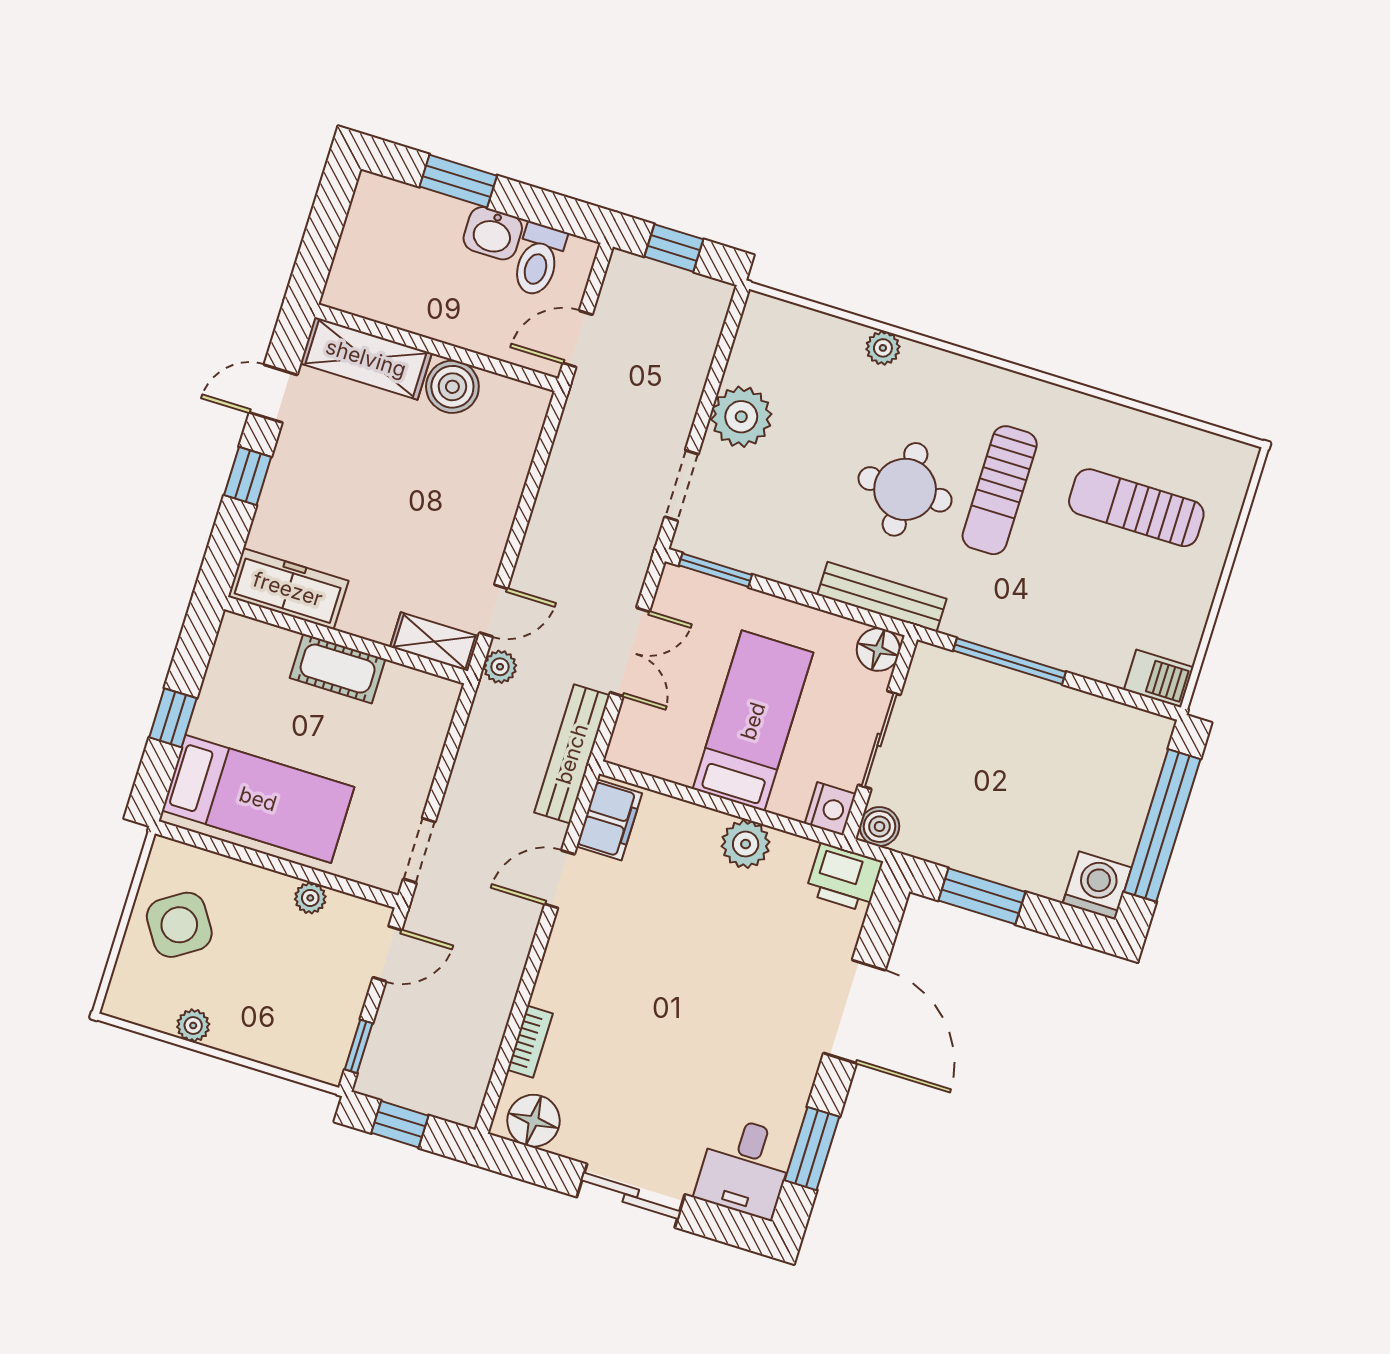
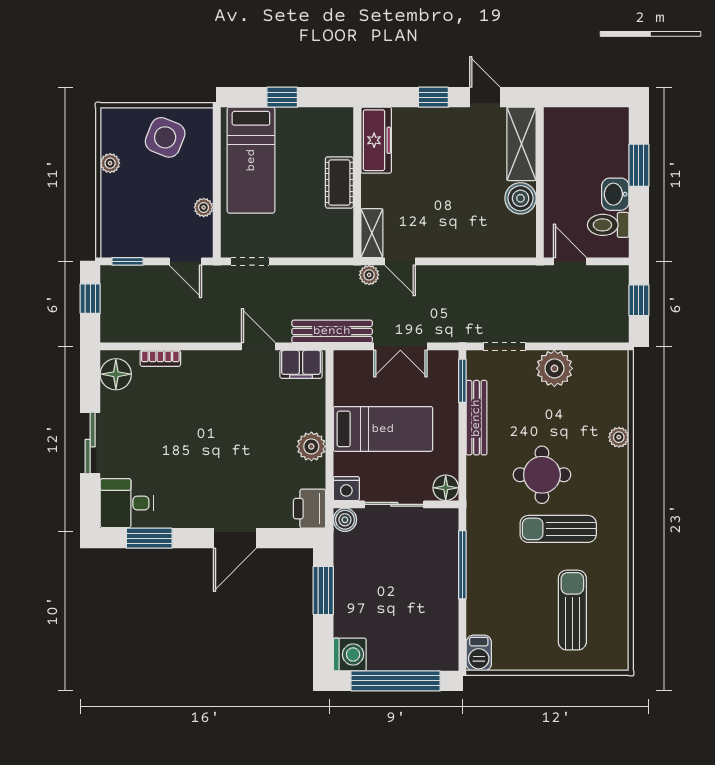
bench: (882, 597) -> (476, 418), moved
side table: (179, 925) -> (165, 137), turned -35
door: (854, 1012) -> (235, 538), width x0.73

